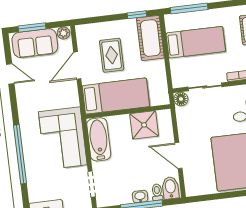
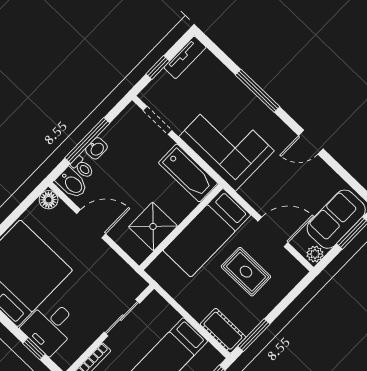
window: (137, 15) -> (254, 335), width x1.50
cot: (150, 38) -> (223, 331), width x0.73, depth x0.75
door: (77, 65) -> (273, 232), hinge flipped
door: (10, 74) -> (311, 142), moved
floor lamp: (181, 99) -> (49, 200), moved
window: (20, 154) -> (258, 91), width x0.68

